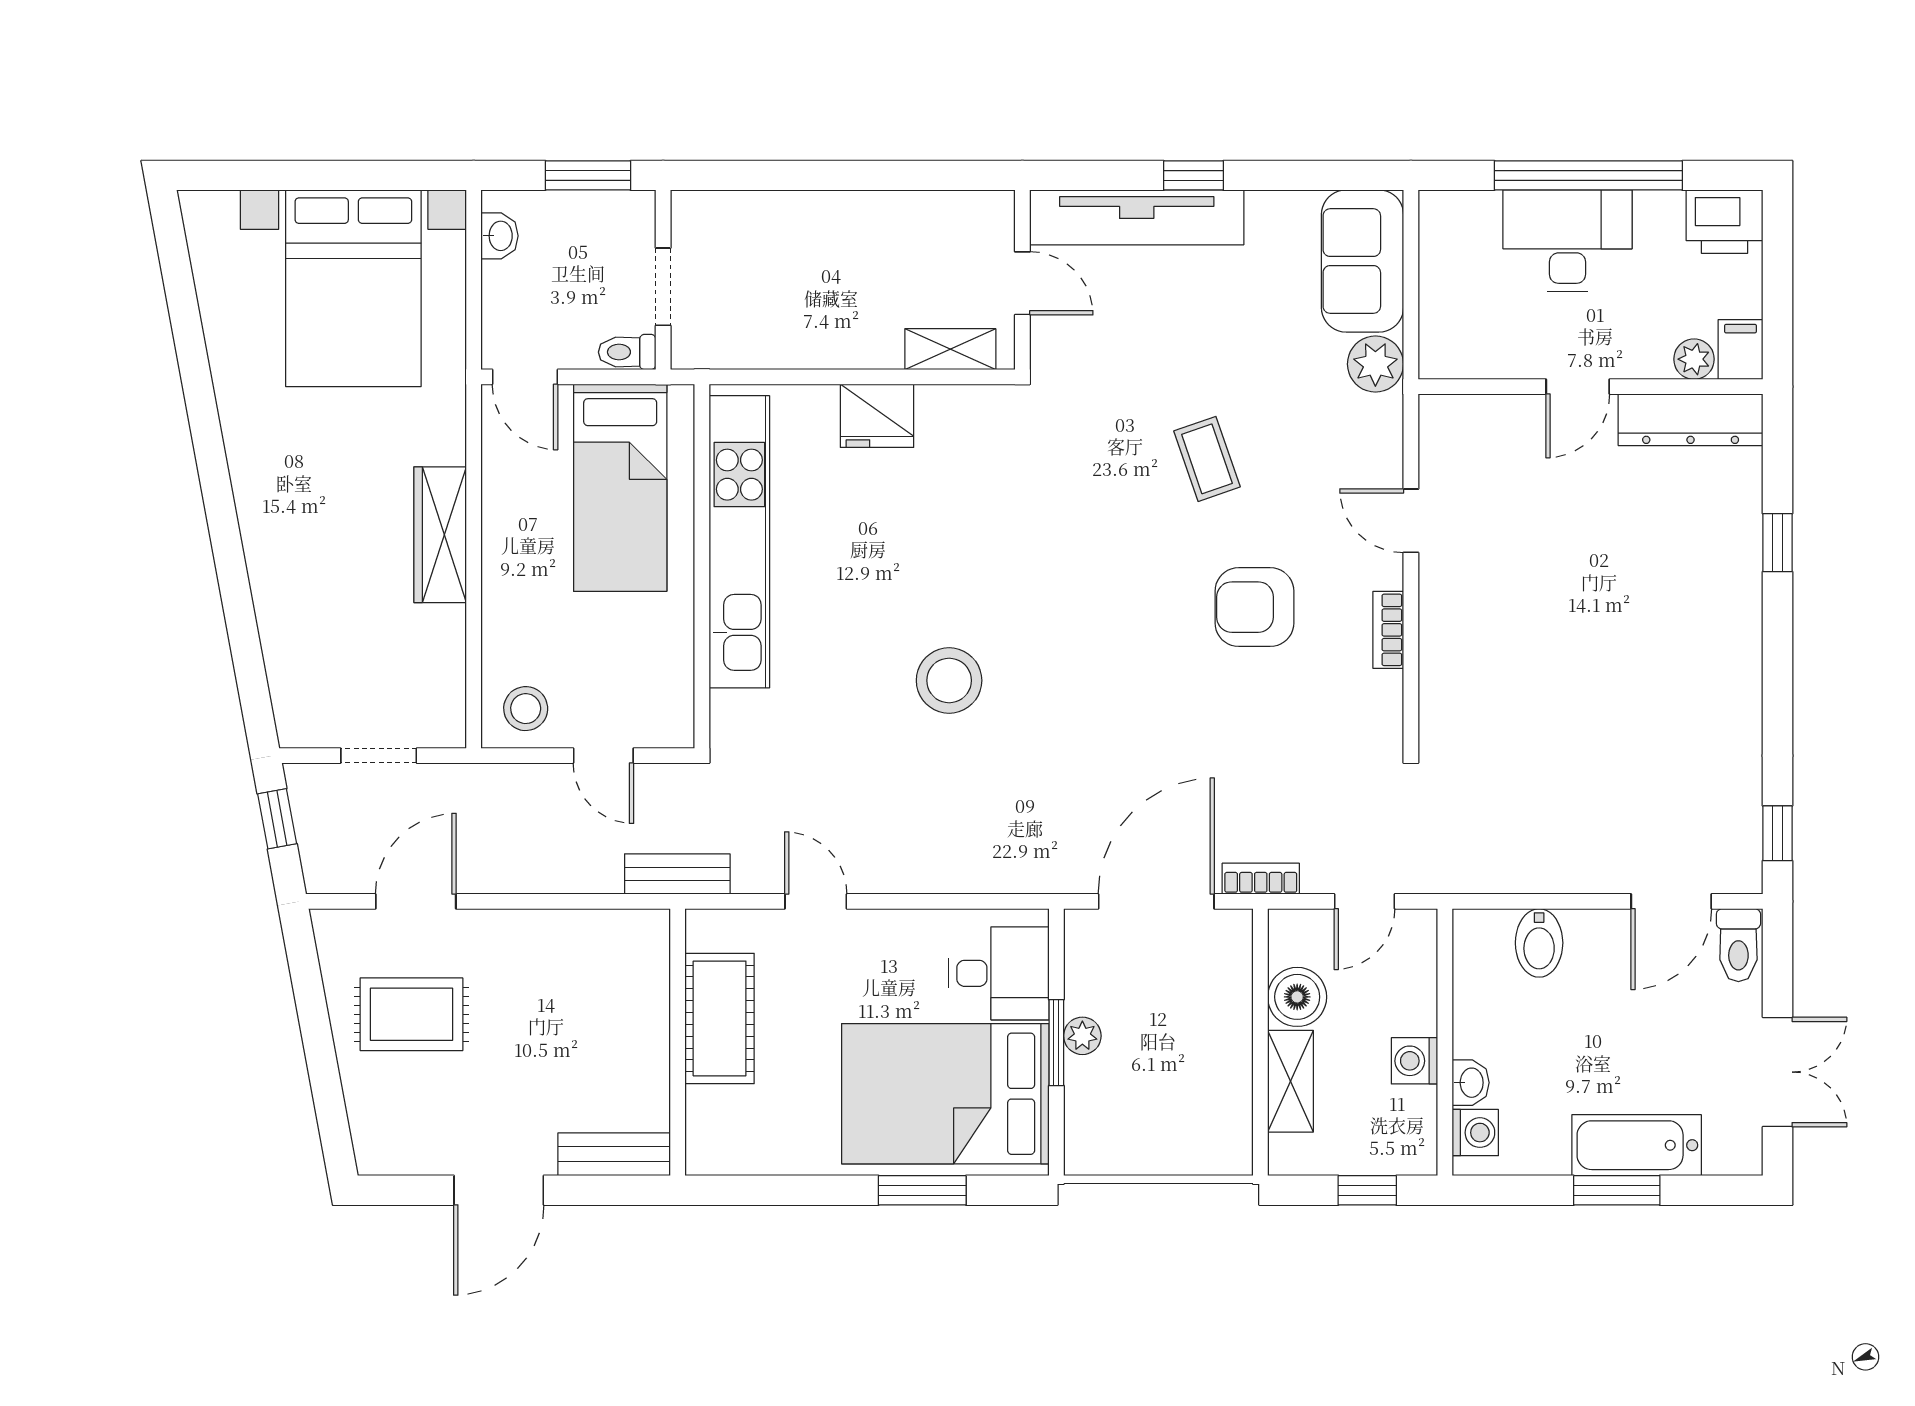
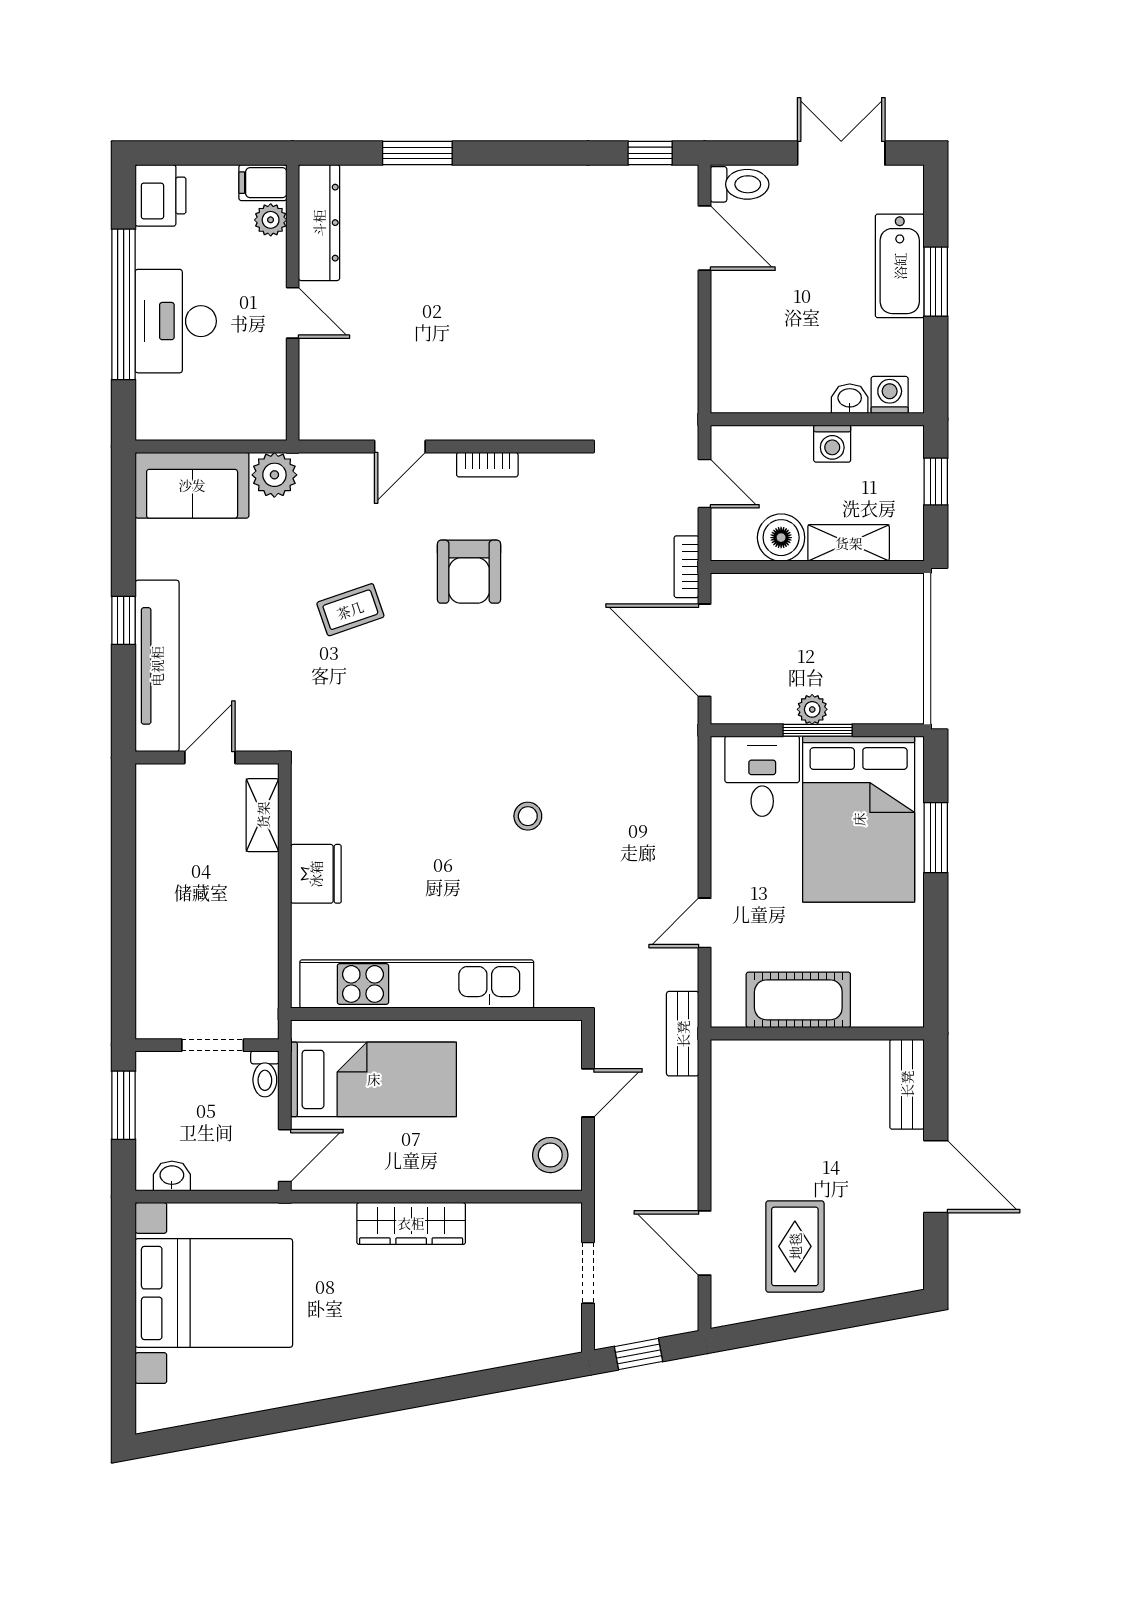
window: (1777, 543) -> (417, 153), width x1.50
stool: (949, 680) -> (528, 816), width x0.53, depth x0.53
bidet: (1539, 943) -> (738, 344), removed

